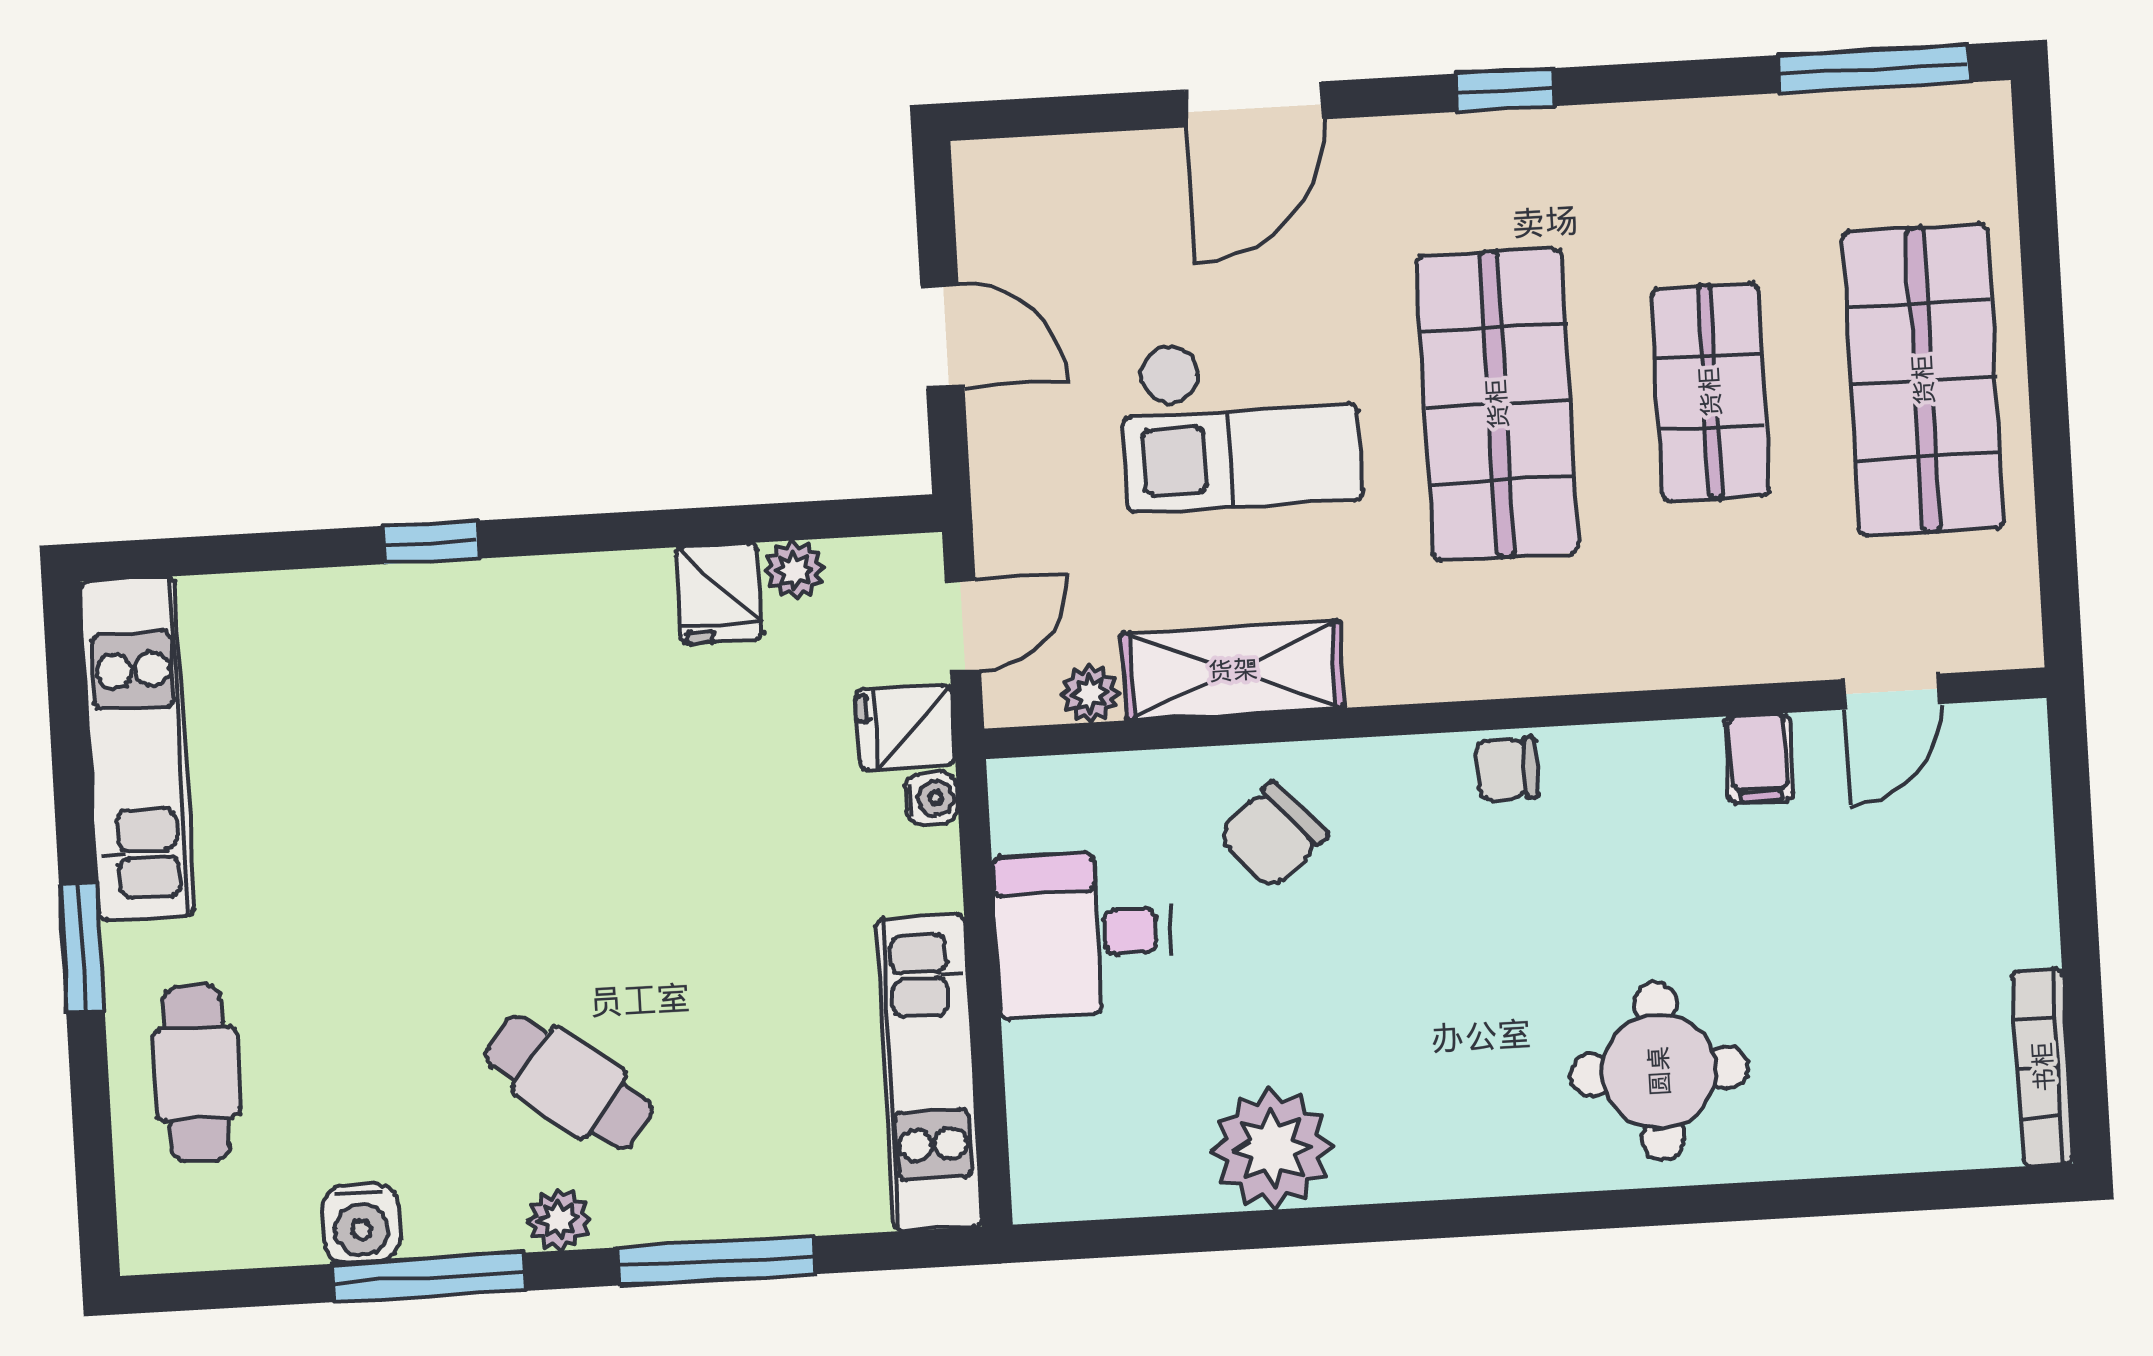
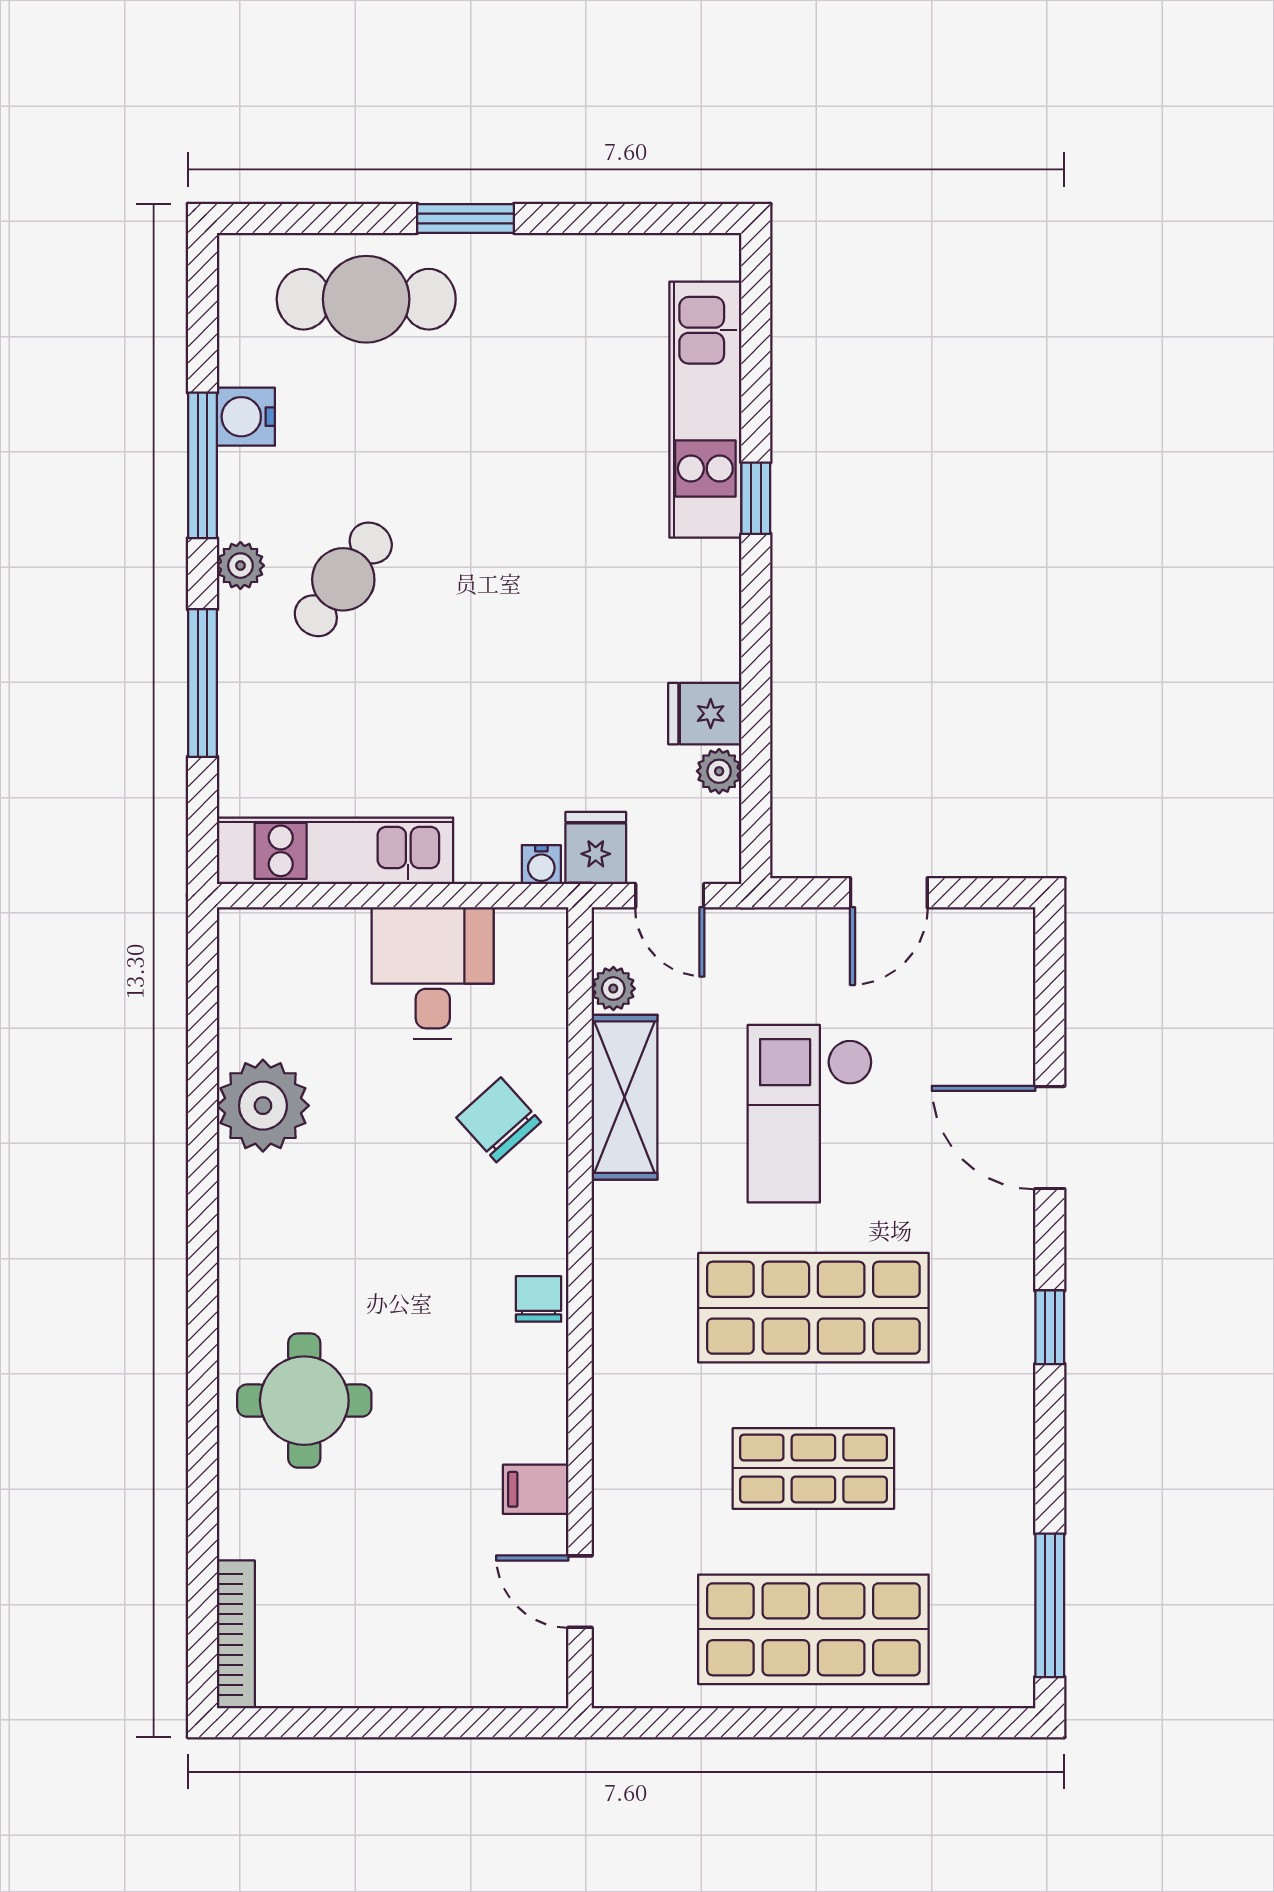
kitchen unit: (137, 748) -> (705, 410), moved, turned 90
bookcase: (2043, 1067) -> (236, 1634), moved, turned 90
cafe table: (196, 1073) -> (366, 299), width x1.37, depth x1.35

